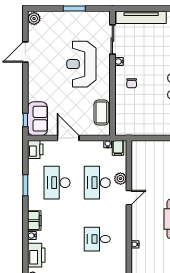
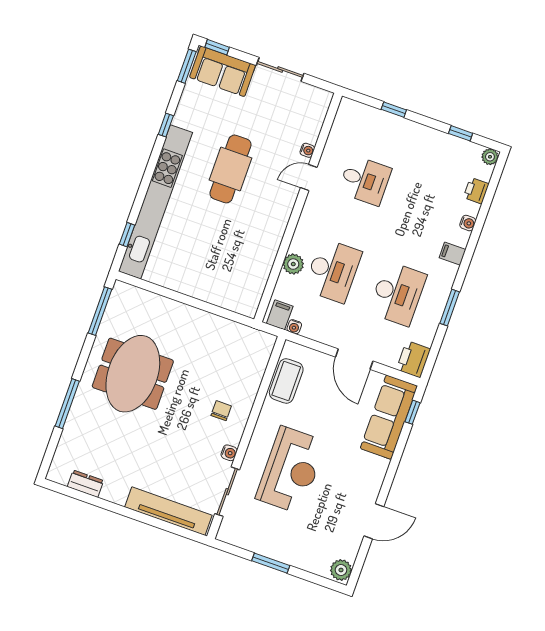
sofa: (38, 119) -> (389, 417), width x1.36
door: (129, 198) -> (309, 178), moved
filing cabinet: (34, 221) -> (452, 254), width x0.50
printer: (36, 255) -> (476, 191), width x0.53, depth x0.68

